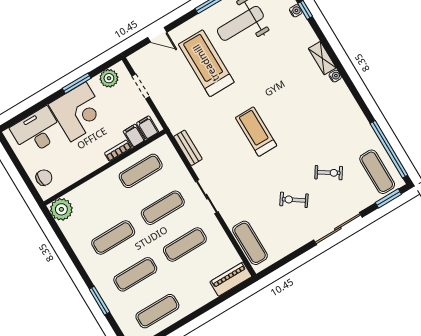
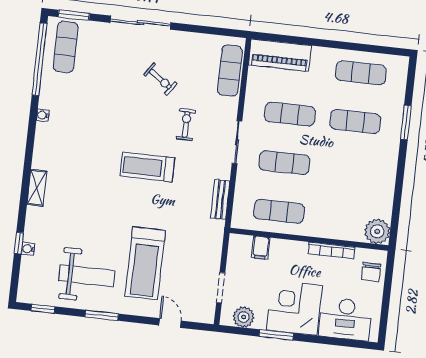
water cooler: (335, 76) -> (43, 115), moved
filing cabinet: (148, 128) -> (243, 246), removed
treadmill: (256, 132) -> (147, 167), turned 90
bookcase: (118, 151) -> (331, 250), moved, width x1.56
exercise bike: (329, 173) -> (186, 125), moved, turned 57
chair: (44, 178) -> (371, 272), turned -90
exercise mat: (113, 238) -> (350, 170), removed
piano: (231, 279) -> (280, 55), width x1.37, depth x1.33

